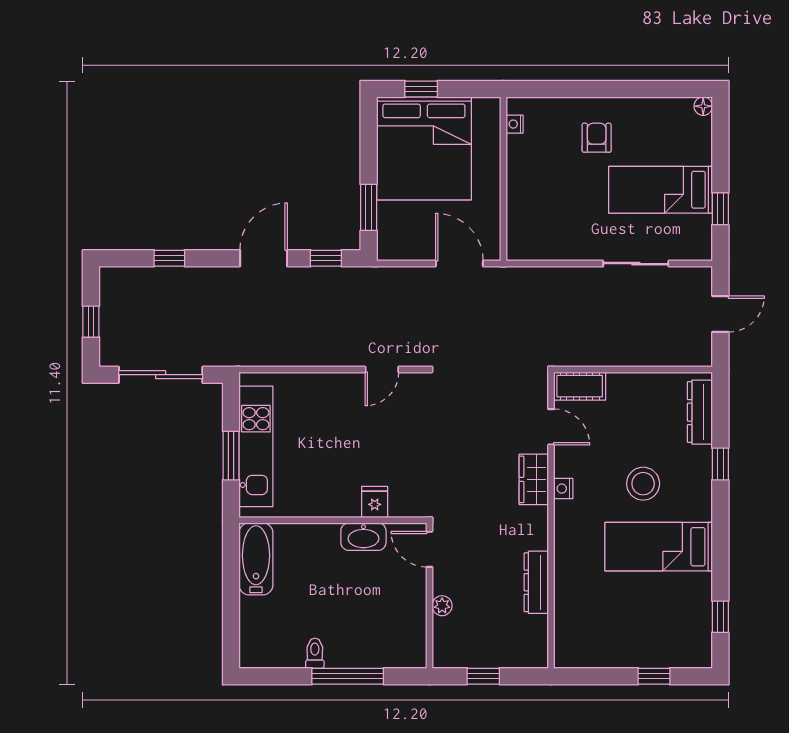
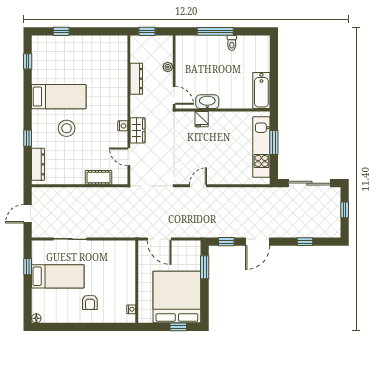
door: (551, 427) -> (129, 157), moved
wardrobe: (534, 479) -> (138, 130), moved
nightstand: (563, 489) -> (123, 126), moved
wall: (551, 520) -> (129, 110), moved
dresser: (536, 582) -> (136, 79), moved

